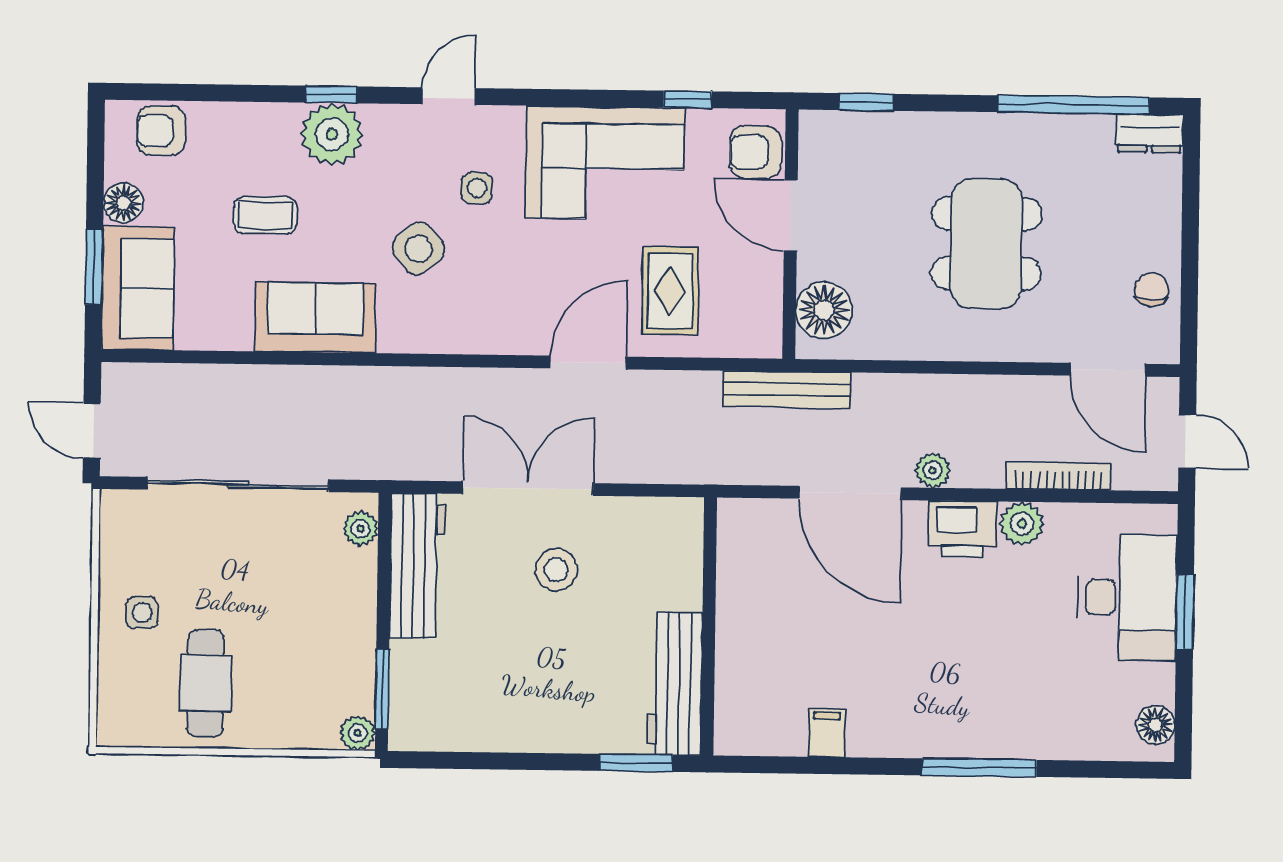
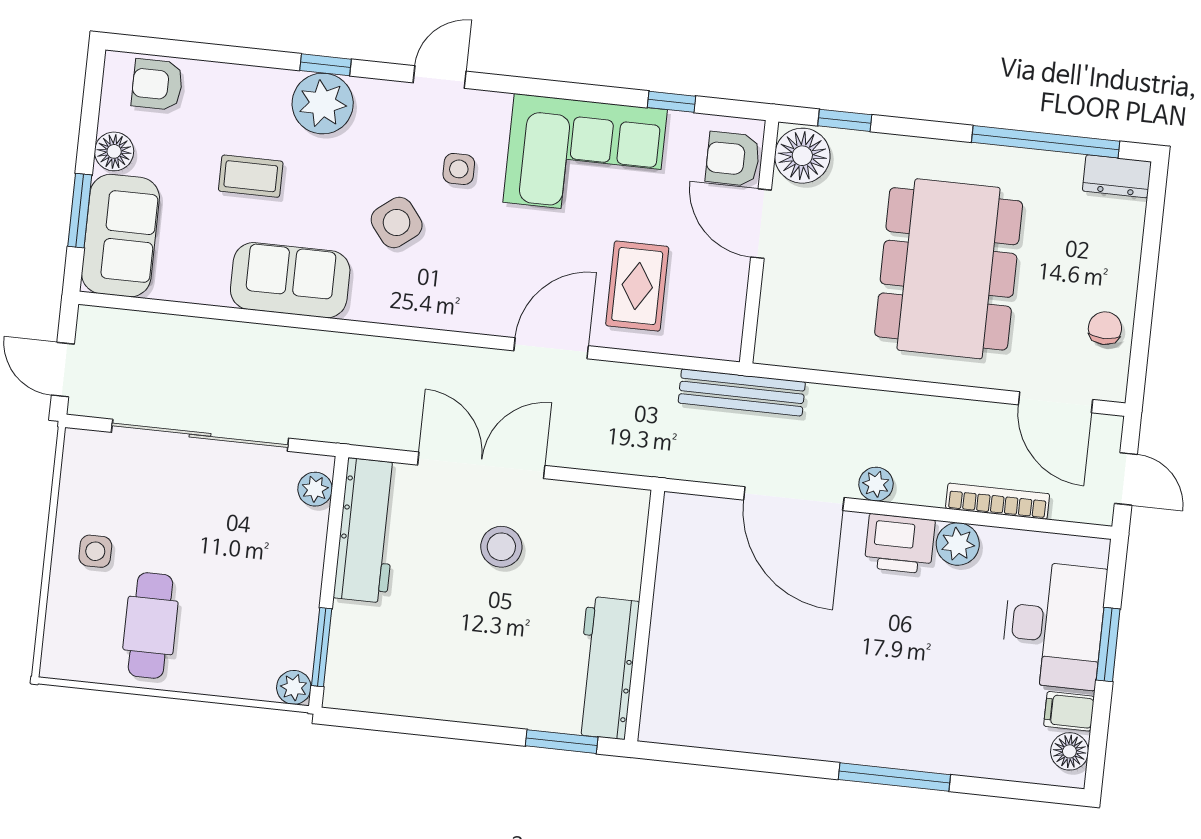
dining table: (986, 244) -> (949, 269), width x1.36, depth x1.24
floor lamp: (824, 310) -> (802, 156), moved
filing cabinet: (827, 733) -> (1069, 711), moved, turned -90

